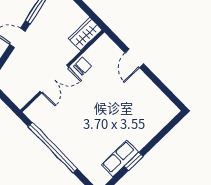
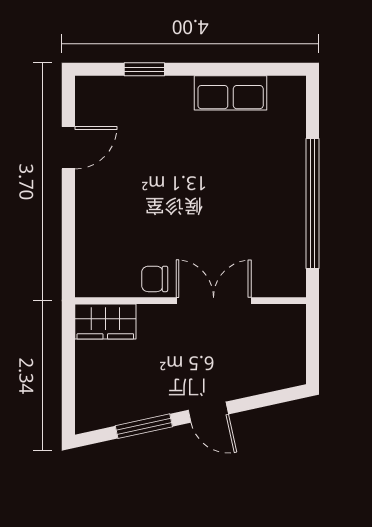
door: (134, 58) -> (68, 148), moved
window: (134, 161) -> (144, 69), moved

